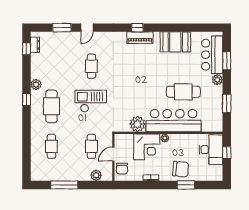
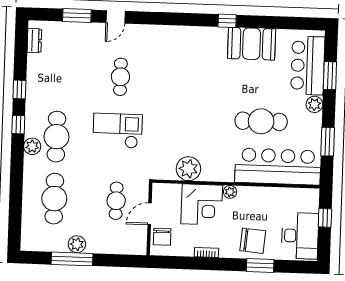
window: (137, 28) -> (227, 21), moved
piano: (140, 38) -> (197, 35), removed
window: (27, 49) -> (19, 89), moved
plant: (36, 84) -> (32, 146), moved
bar counter: (174, 121) -> (278, 167), moved
cafe table: (51, 146) -> (54, 199), width x1.37, depth x1.35
desk: (211, 150) -> (300, 236), moved
plant: (96, 175) -> (77, 244), moved

